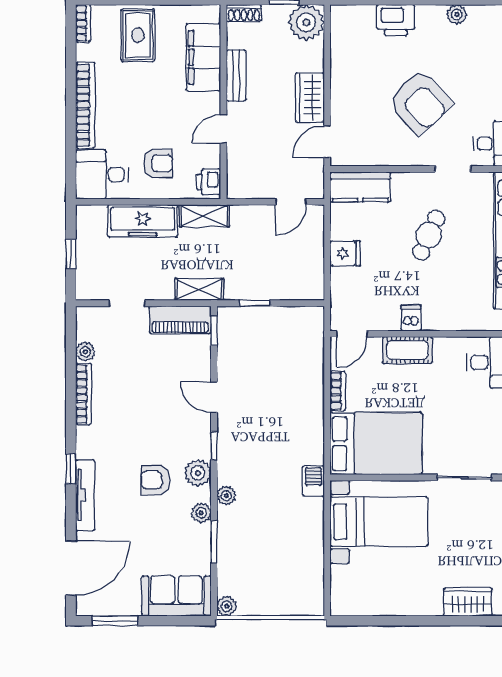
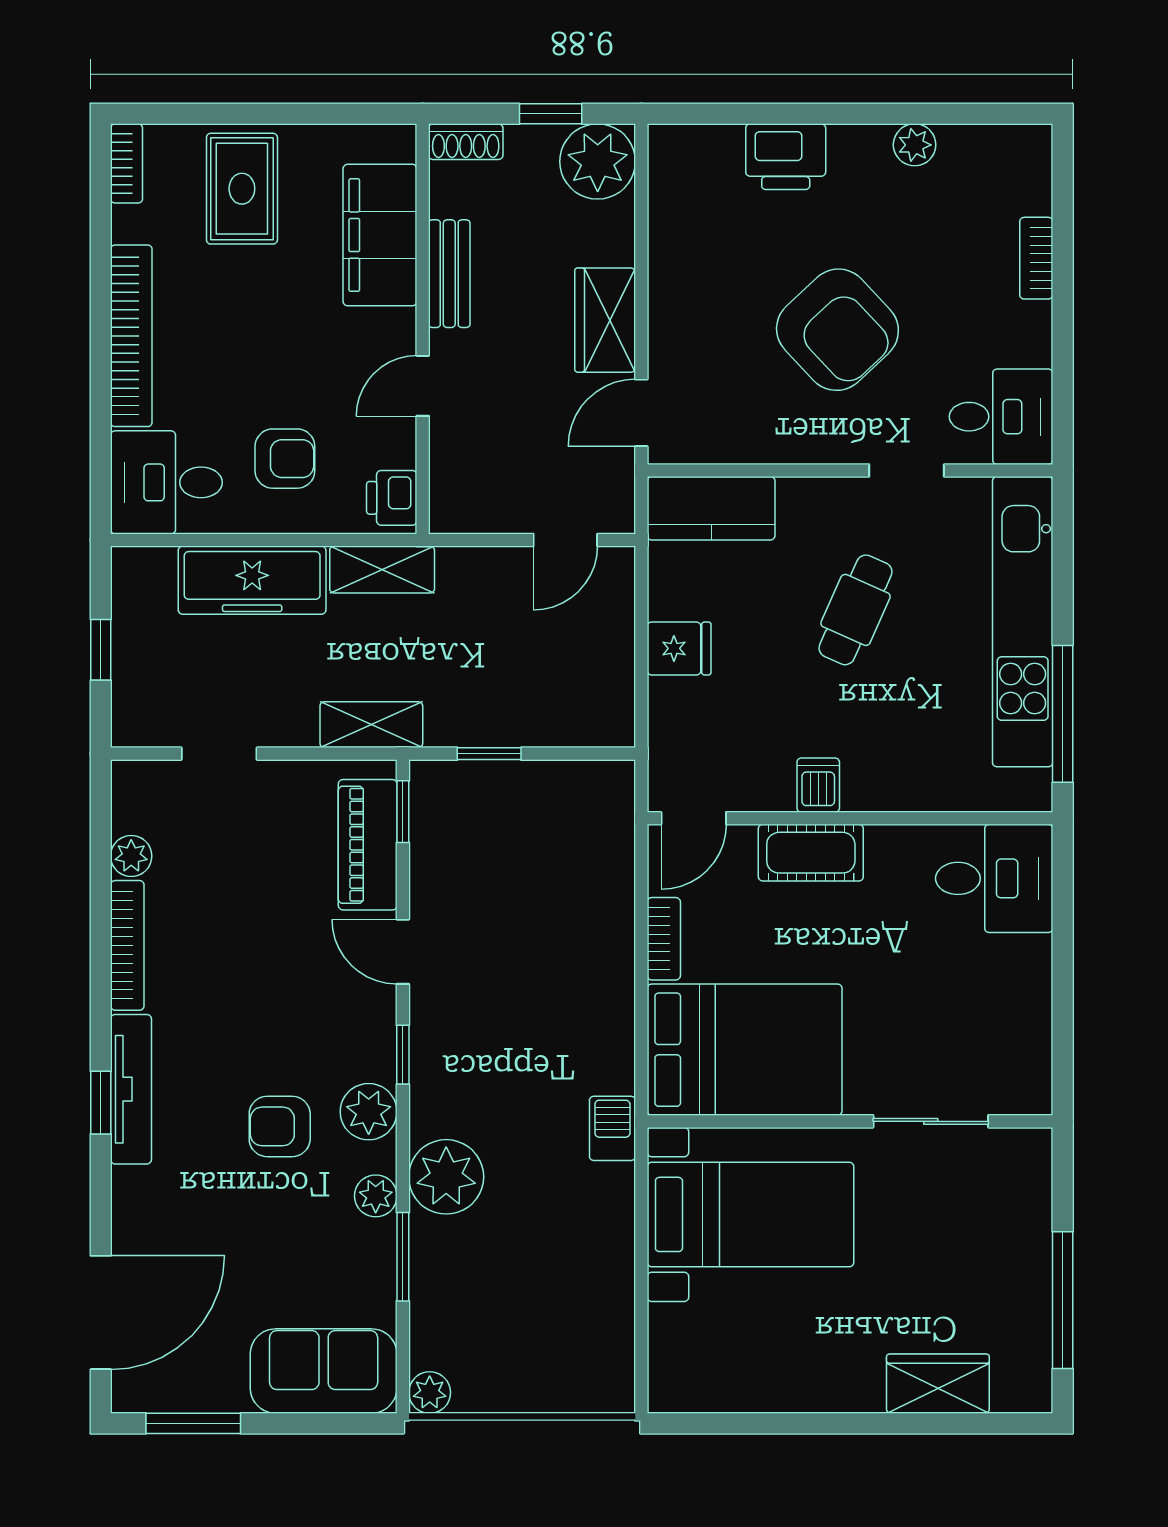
piano: (180, 320) -> (368, 845), moved, turned 90
tv unit: (85, 495) -> (131, 1089), moved
plant: (226, 496) -> (446, 1177), width x1.87, depth x1.87

